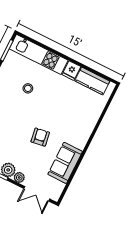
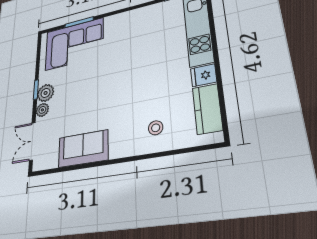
stool: (28, 88) -> (156, 128), moved
armchair: (40, 137) -> (99, 99), removed

